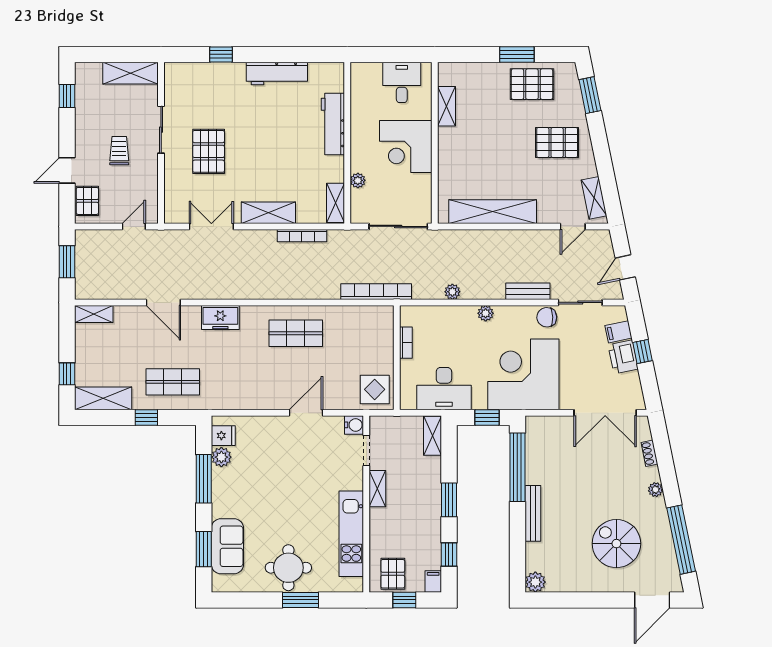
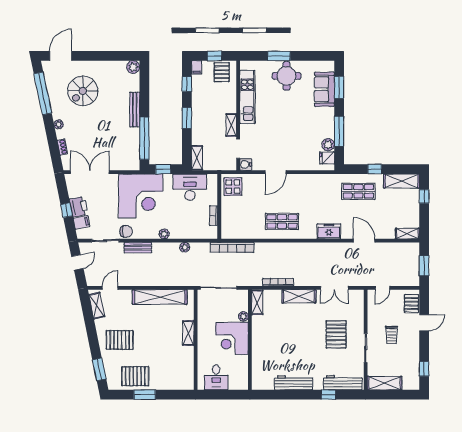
shelving: (447, 106) -> (188, 333), moved
workbench: (333, 124) -> (343, 383), moved, turned -90
corner desk: (406, 147) -> (232, 338), moved, turned 180
spiral stairs: (616, 544) -> (83, 91), turned 90

